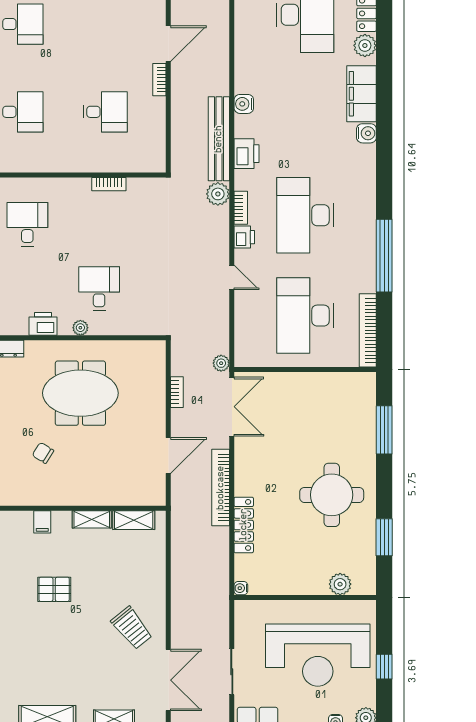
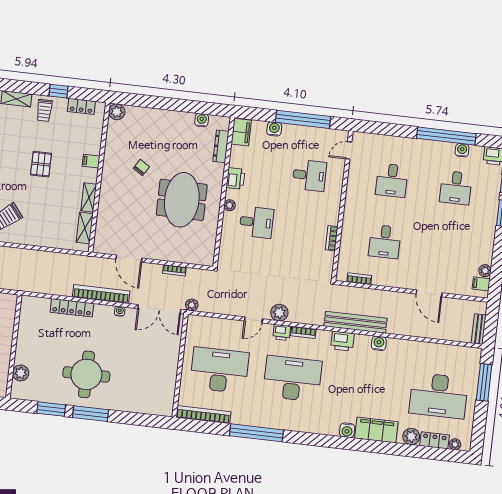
bookcase: (159, 80) -> (359, 279), moved
plant: (218, 194) -> (279, 313), moved
window: (384, 430) -> (90, 414), moved
water cooler: (241, 588) -> (120, 311), moved

